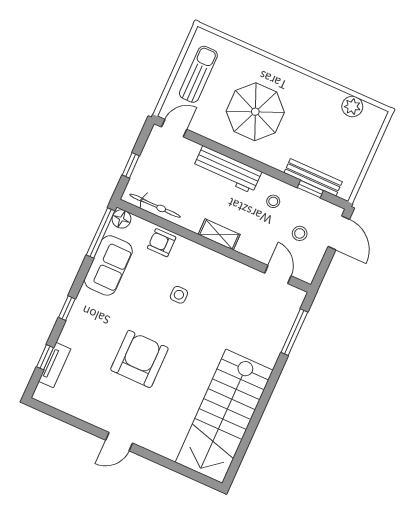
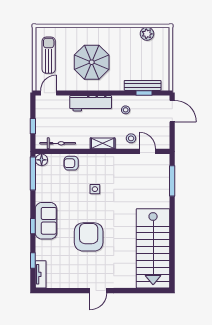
stool: (300, 233) -> (131, 138), moved
sofa: (108, 265) -> (46, 221), moved
tv unit: (55, 365) -> (41, 274), moved

